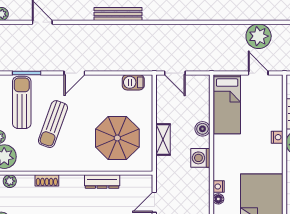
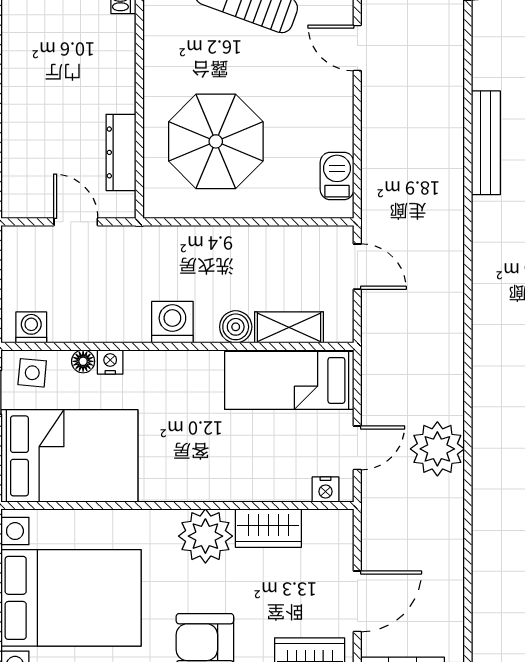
door: (175, 73) -> (357, 267), swing flipped
nightstand: (277, 137) -> (326, 489), moved
shelving: (163, 140) -> (289, 327), moved
dresser: (102, 182) -> (121, 152), moved

